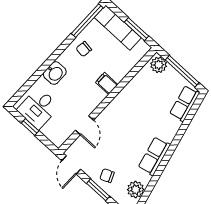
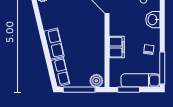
filing cabinet: (107, 83) -> (117, 47), width x2.00
row of seats: (154, 156) -> (54, 44), moved

